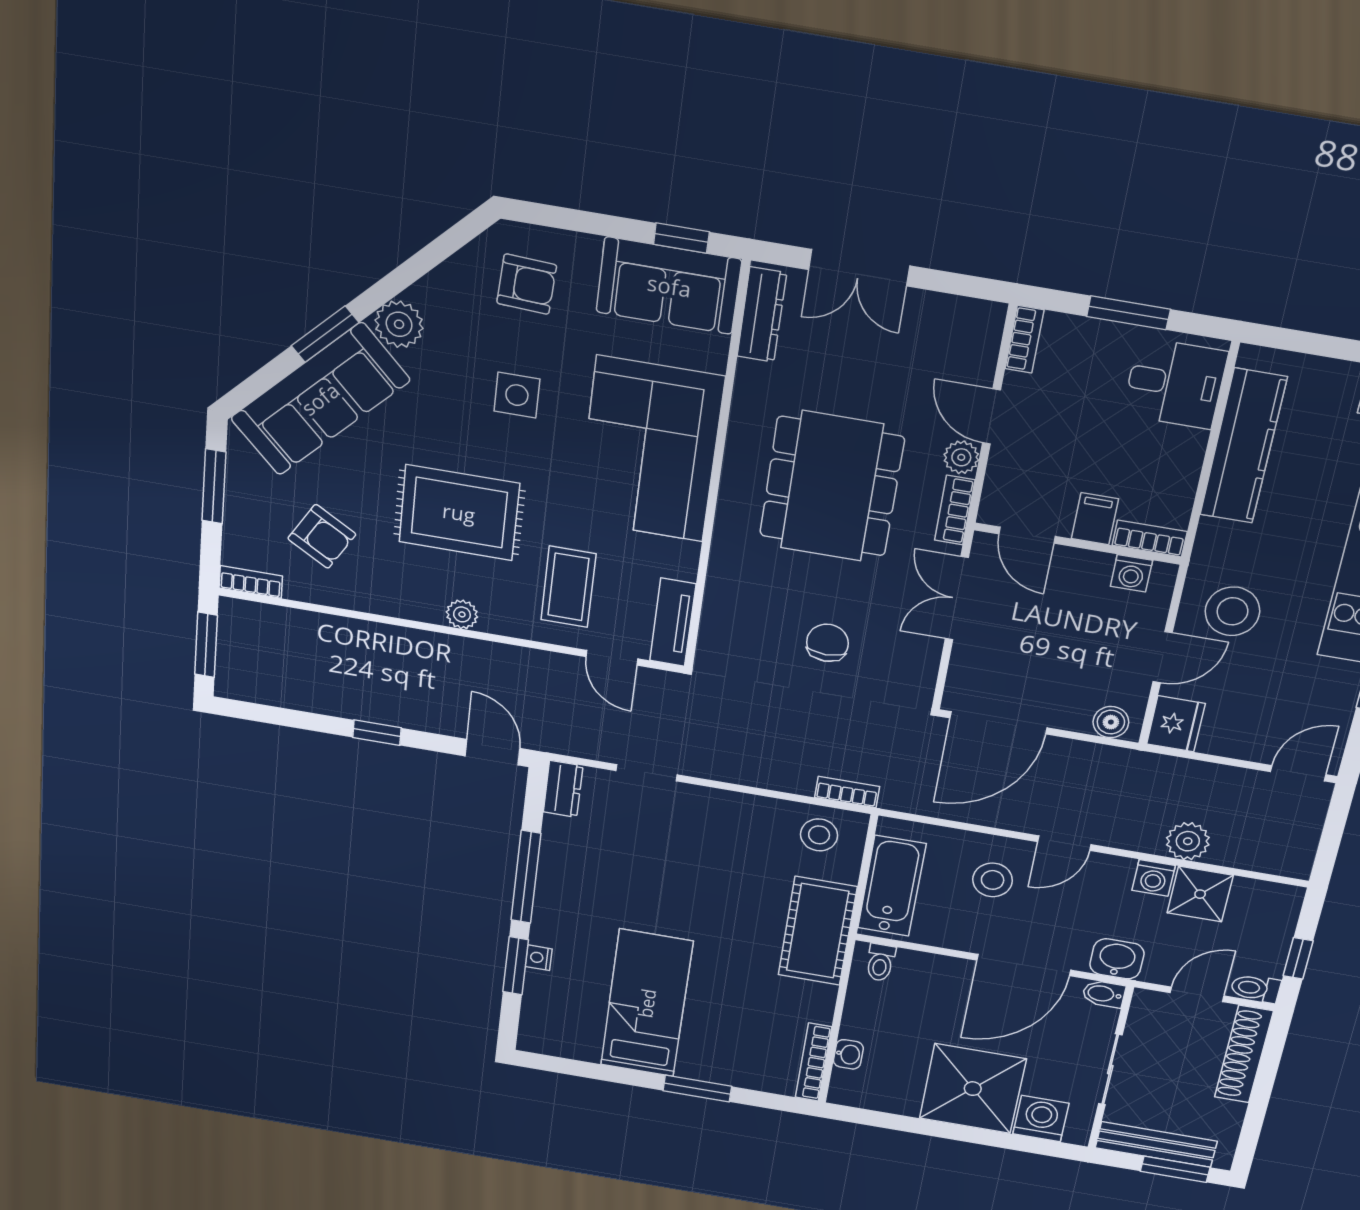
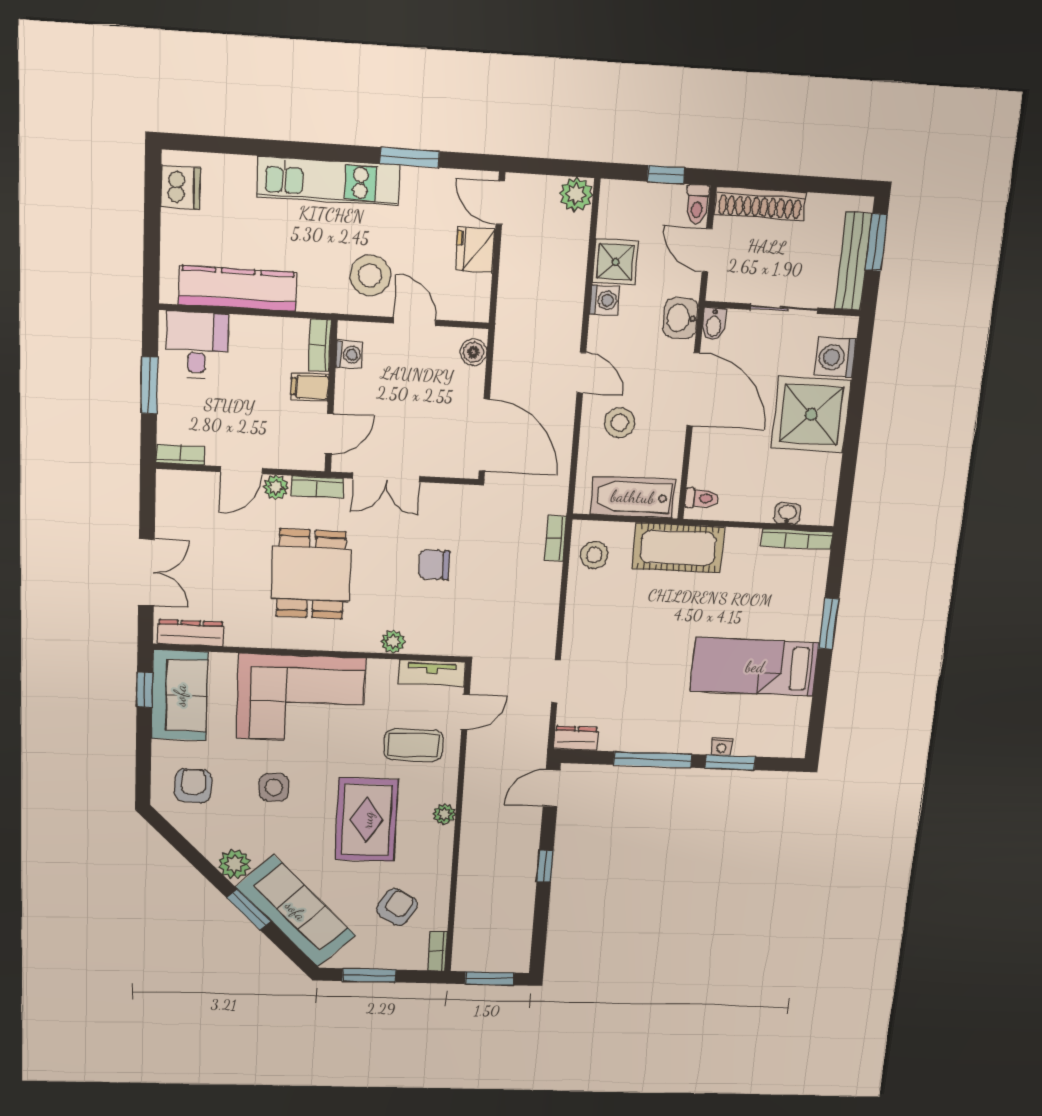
dining table: (832, 486) -> (311, 574), width x0.73
plant: (723, 579) -> (393, 642), added
fridge: (1176, 724) -> (475, 250), moved, turned -90
plant: (1188, 841) -> (576, 194), moved

